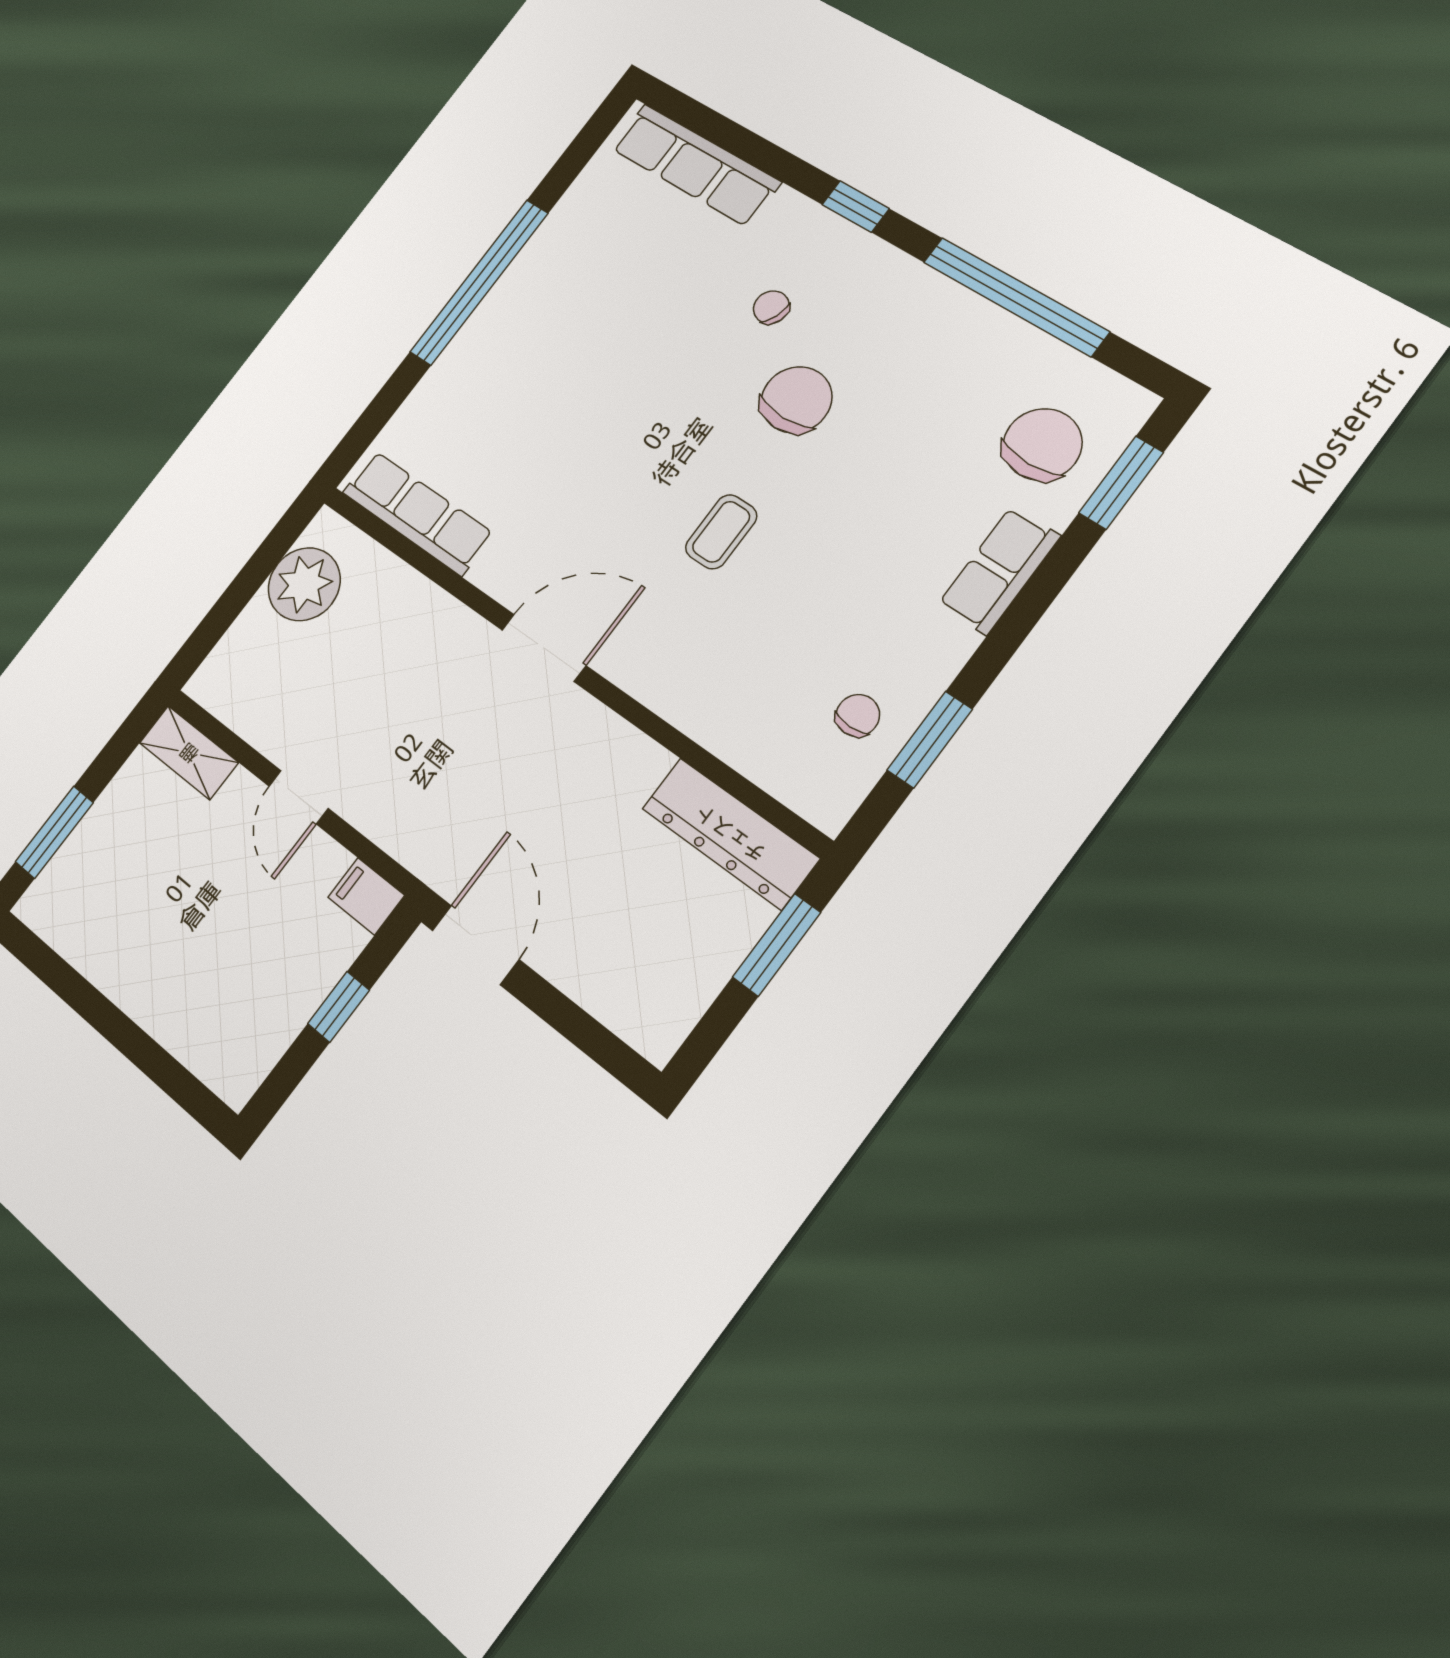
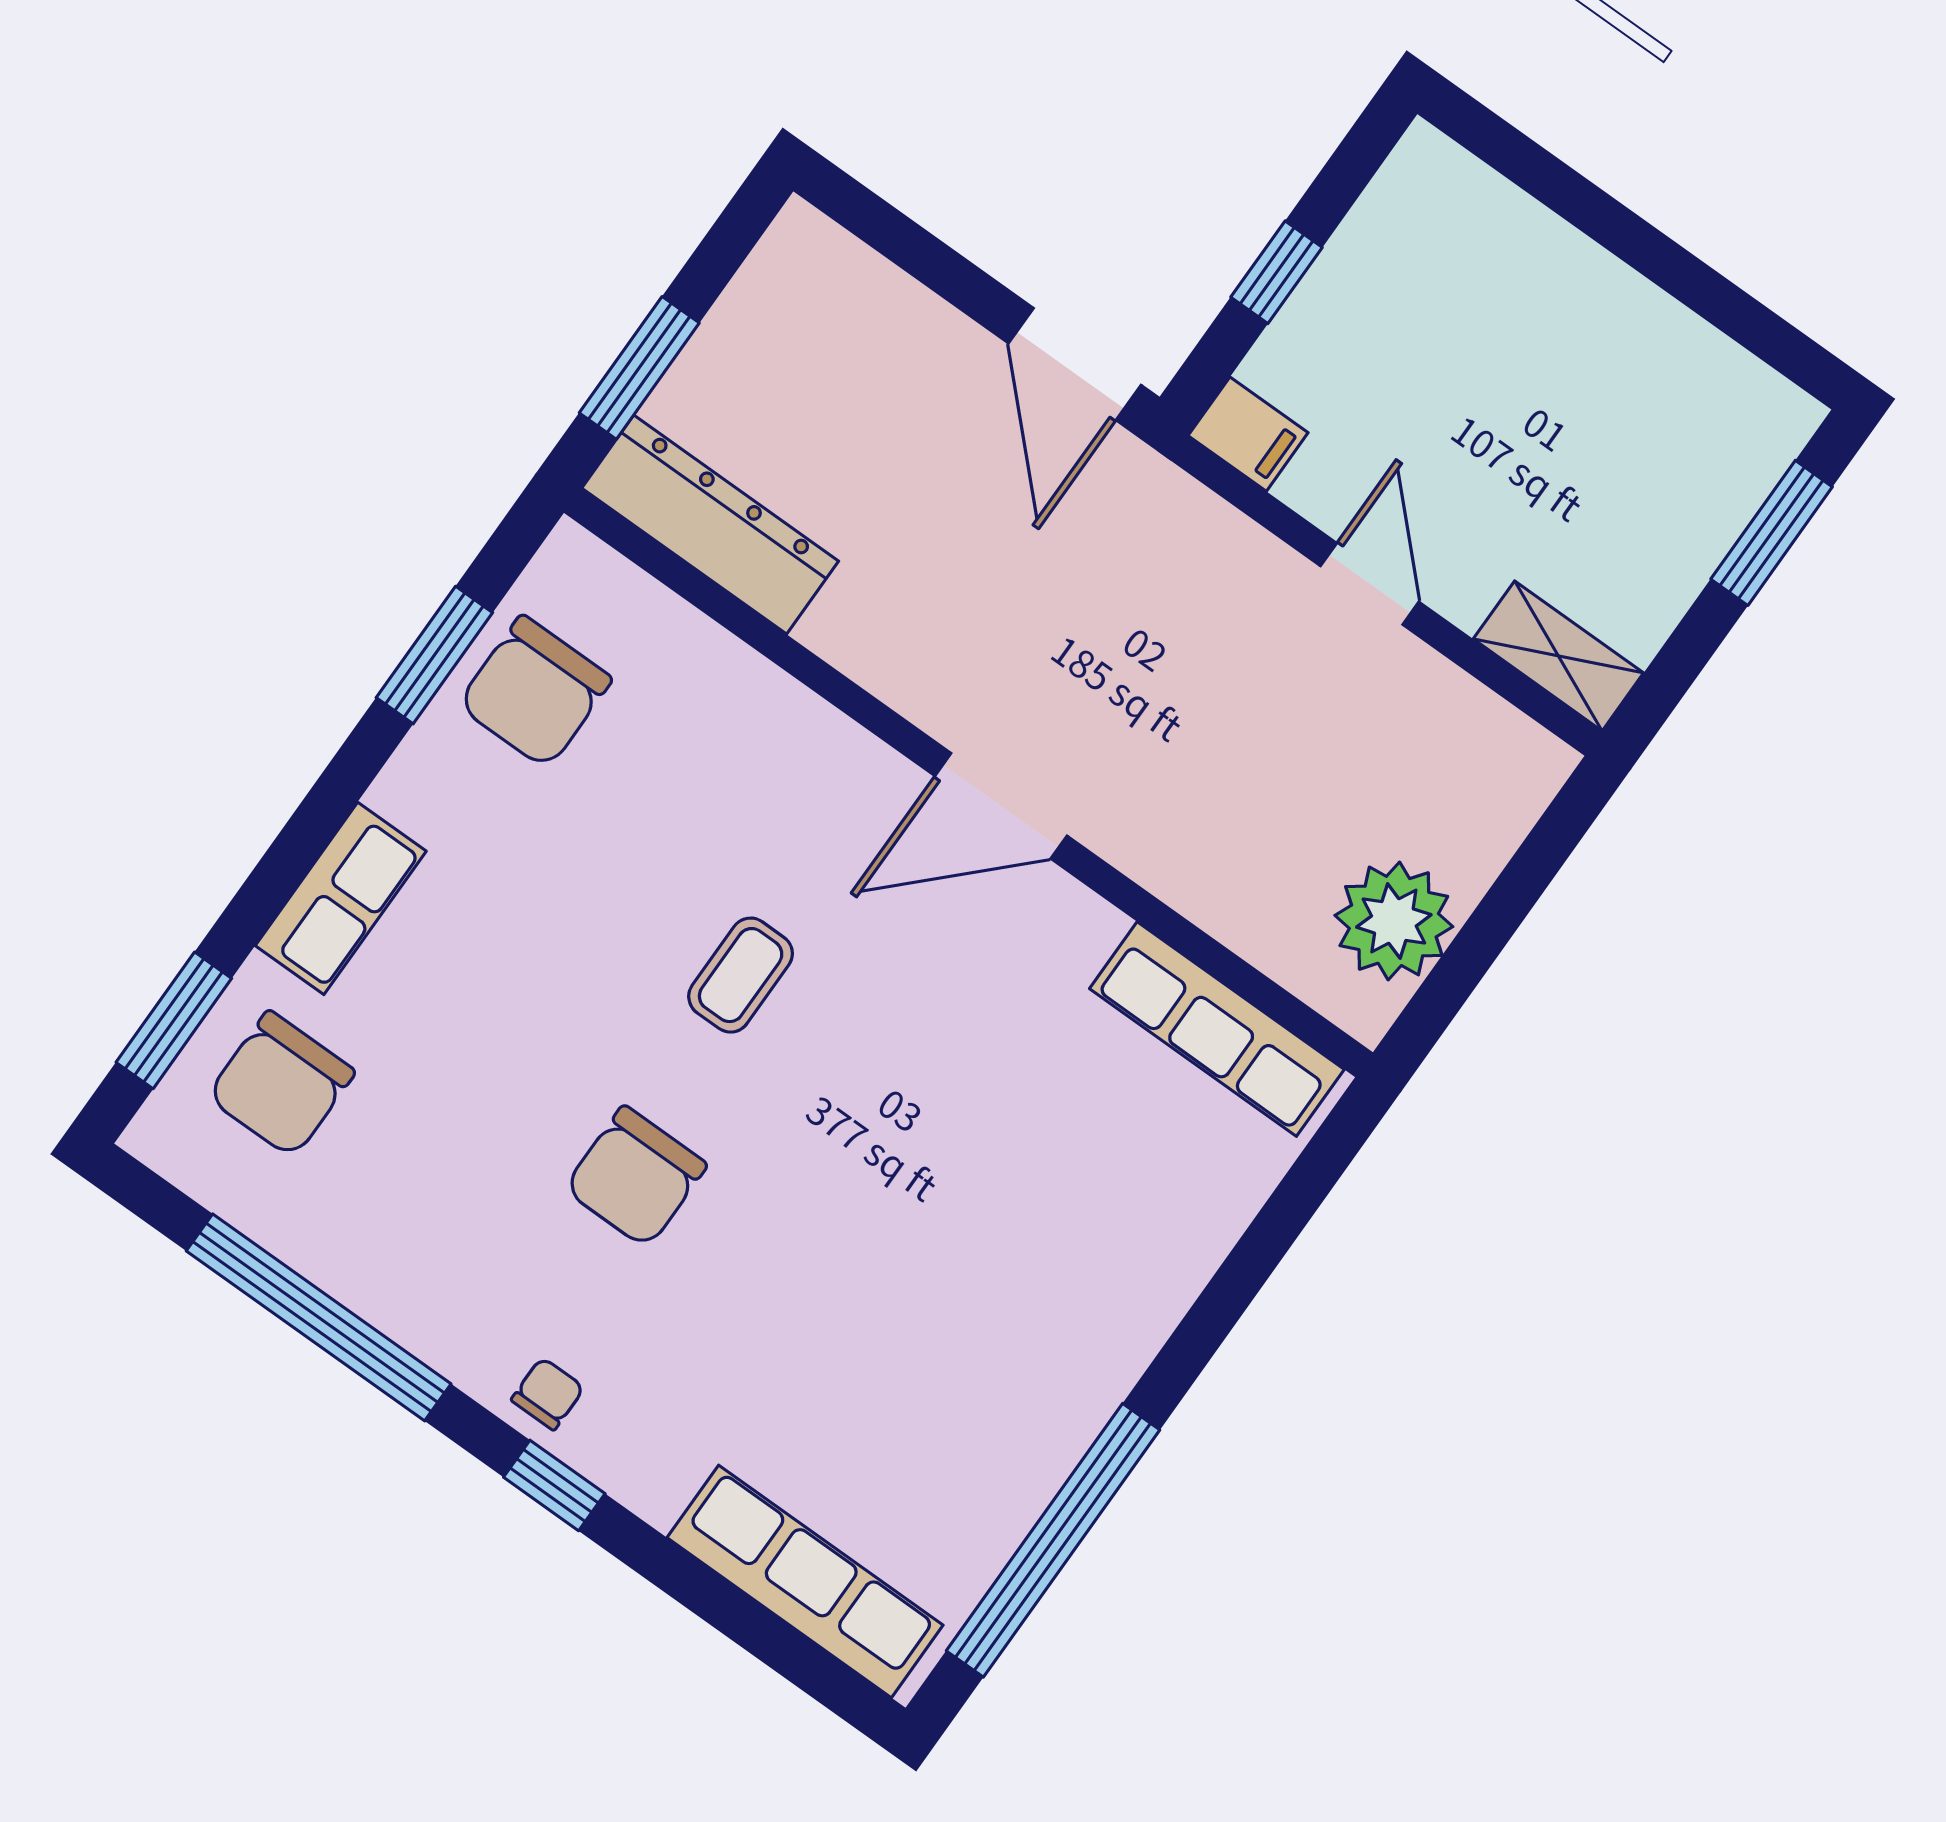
window: (479, 282) -> (1053, 1540), moved
chair: (771, 307) -> (548, 1394), moved, turned -112
chair: (858, 715) -> (535, 692), width x1.87, depth x1.87

